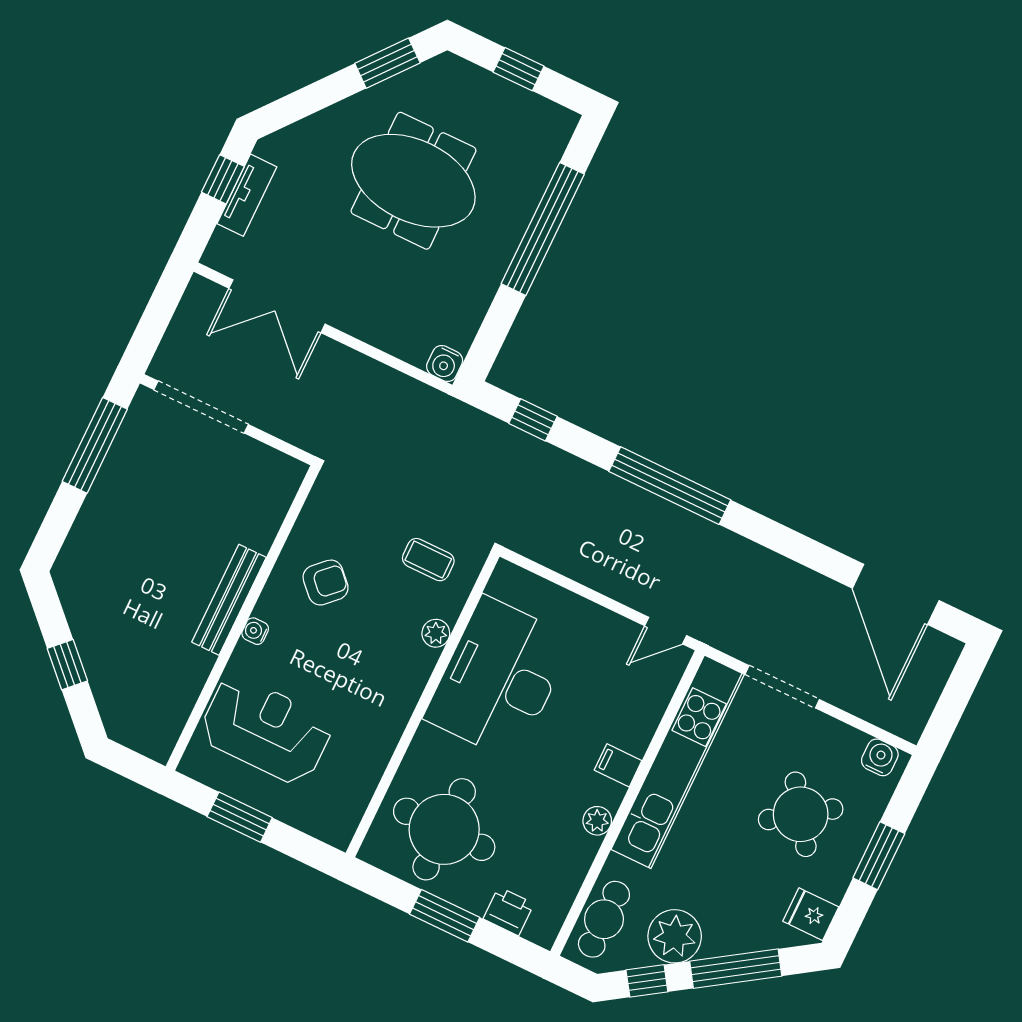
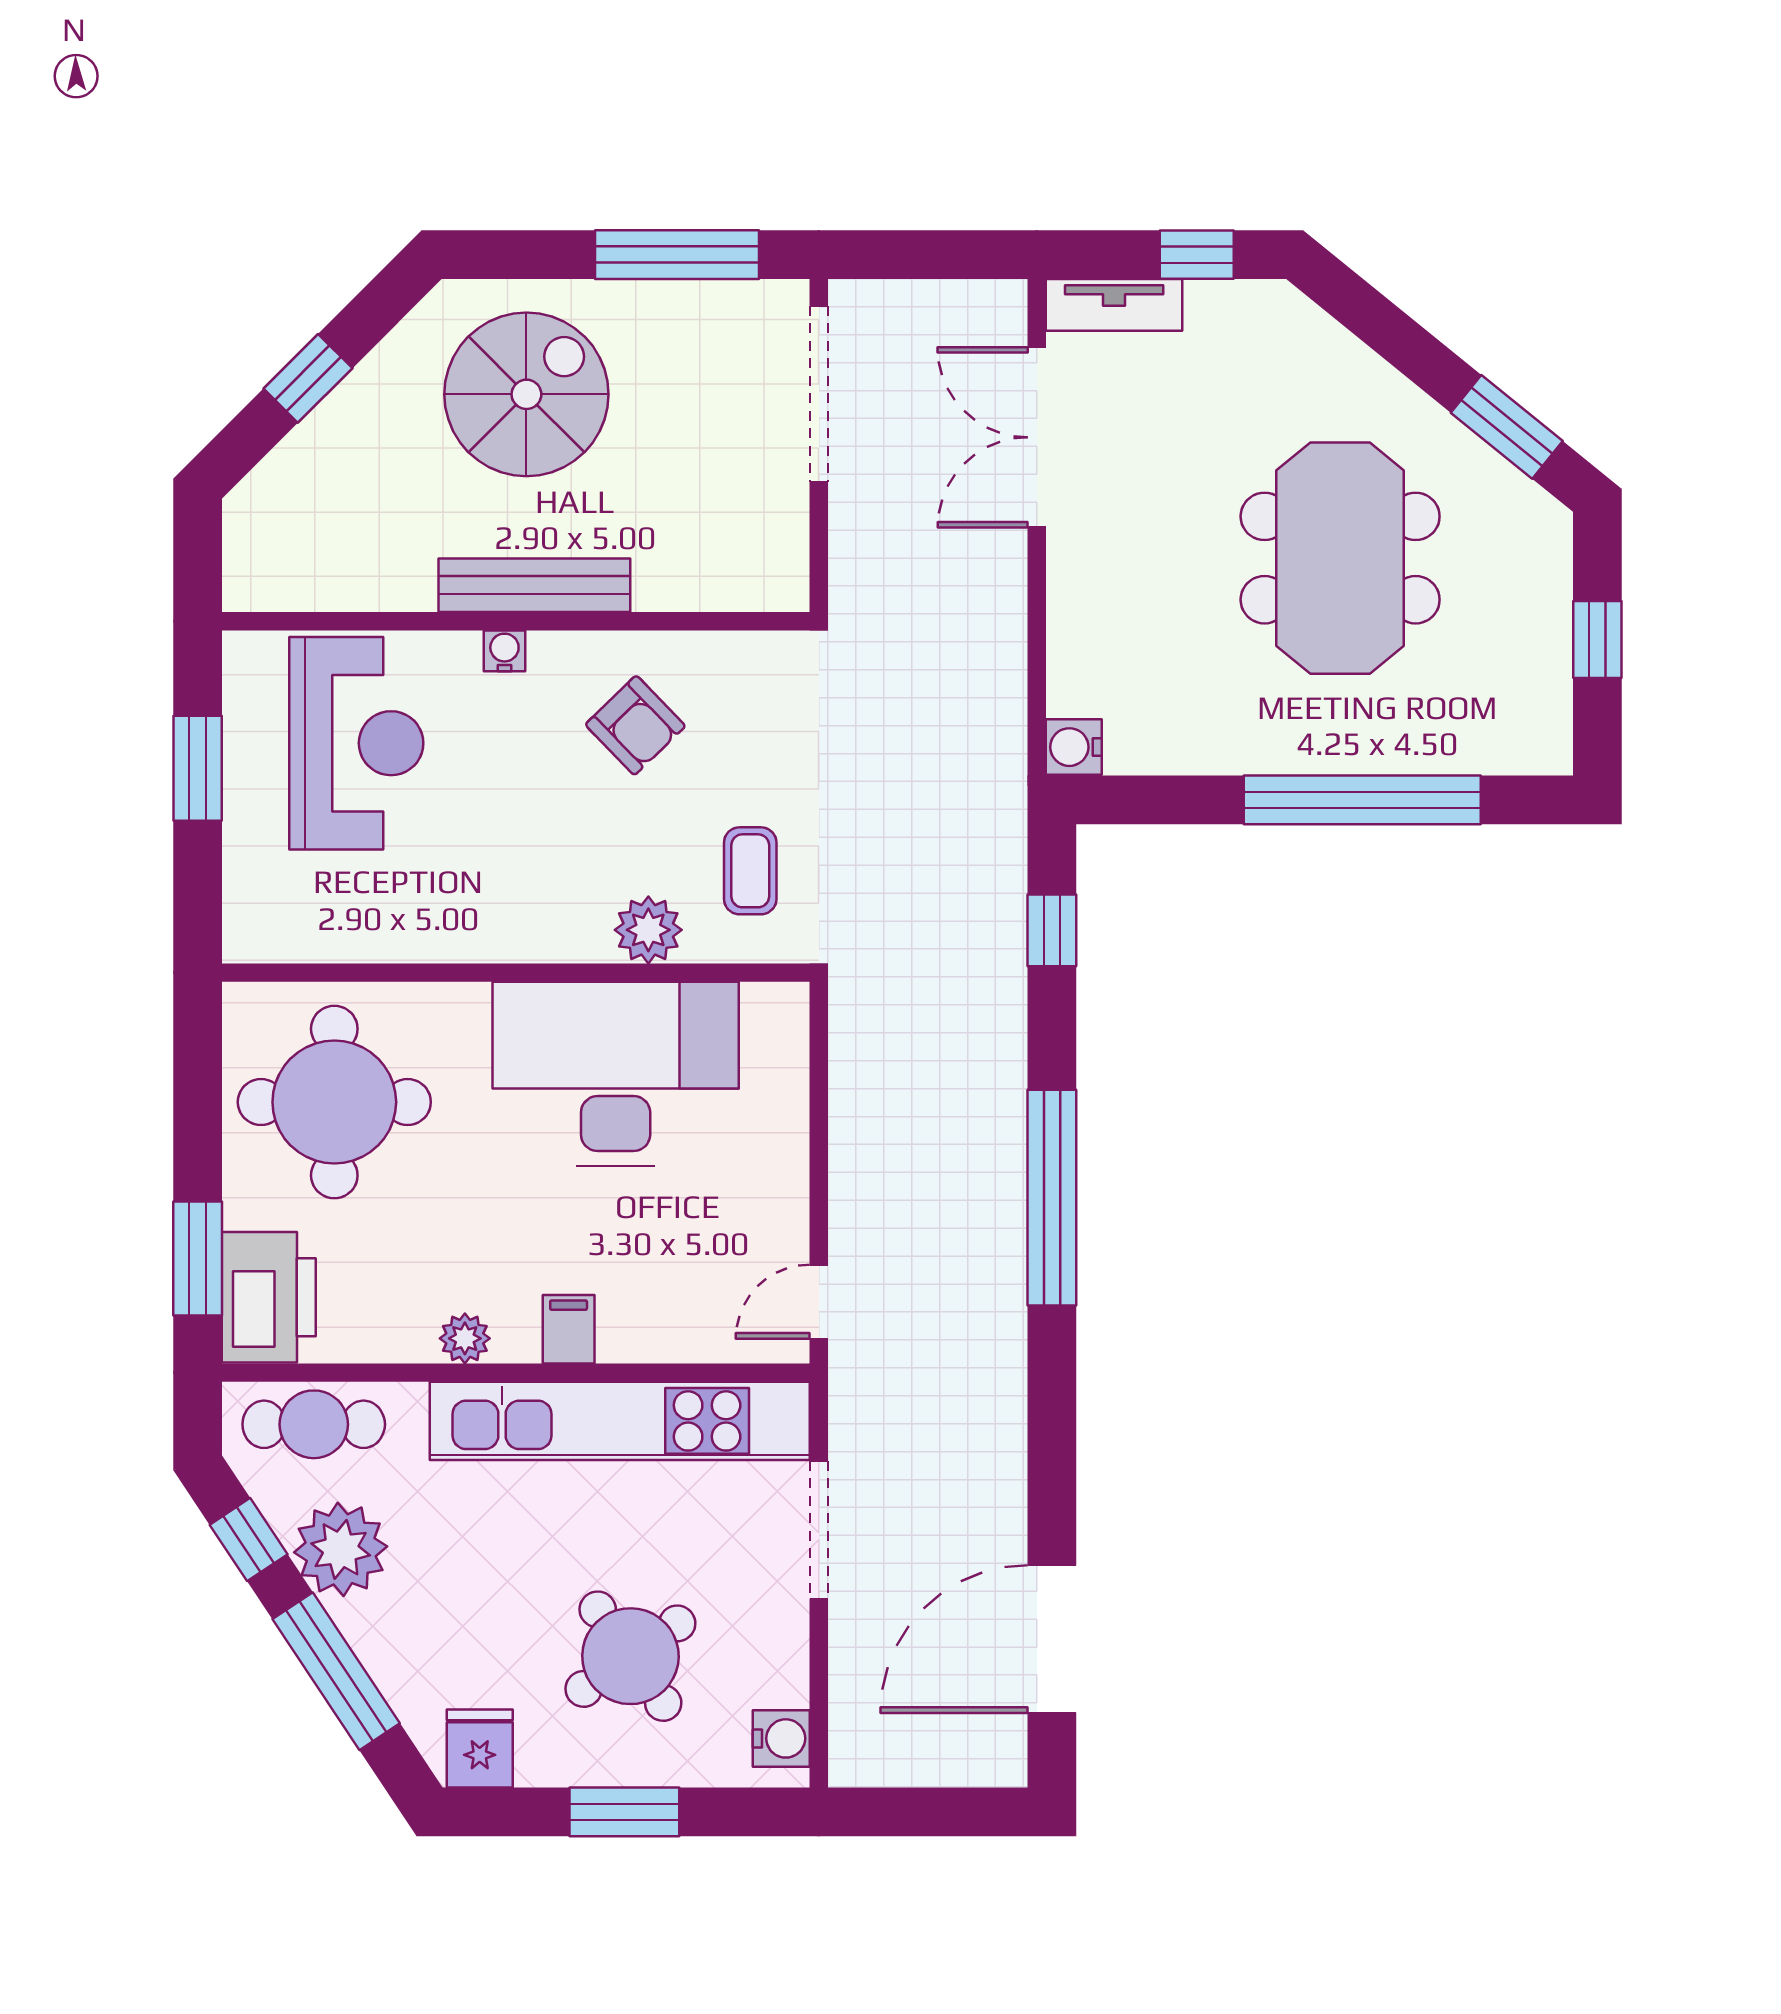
tv unit: (247, 195) -> (1114, 305), moved
spiral stairs: (129, 557) -> (526, 394), added
door: (666, 631) -> (819, 1302), hinge flipped
plant: (436, 633) -> (648, 930), width x1.38, depth x1.38
printer: (509, 911) -> (269, 1297), width x1.87, depth x1.48
window: (445, 916) -> (198, 1258), moved

